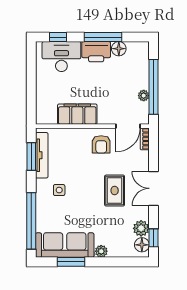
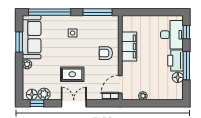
window: (154, 87) -> (149, 103), removed
door: (128, 126) -> (120, 84), hinge flipped
armchair: (101, 144) -> (106, 53), moved
tv unit: (42, 155) -> (98, 20), removed
window: (31, 157) -> (98, 12), width x1.44

